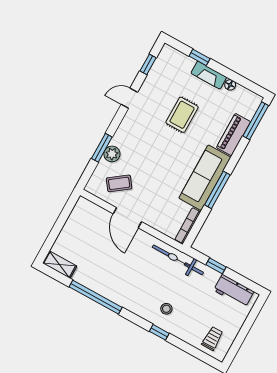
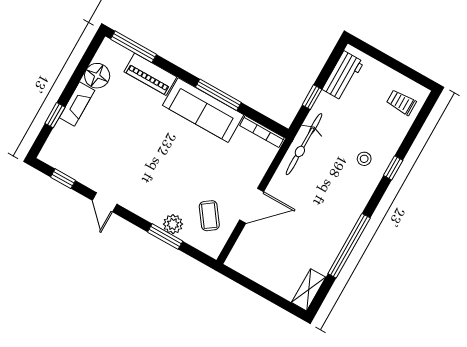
floor lamp: (230, 85) -> (97, 76), width x1.89, depth x1.89
rug: (182, 115) -> (125, 137), removed

